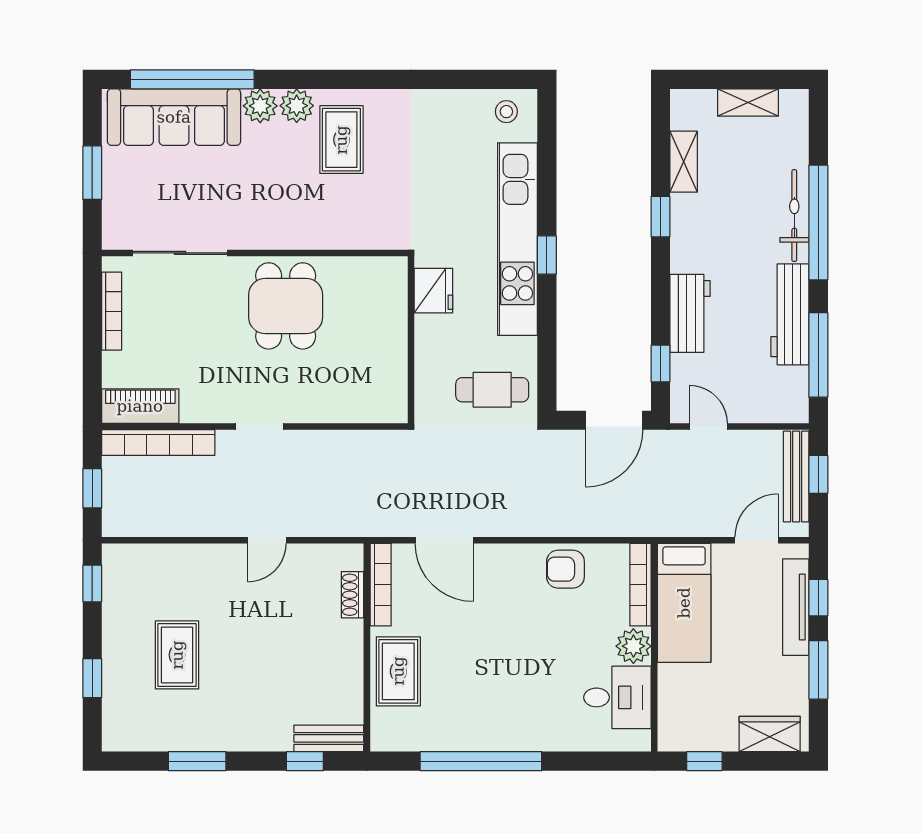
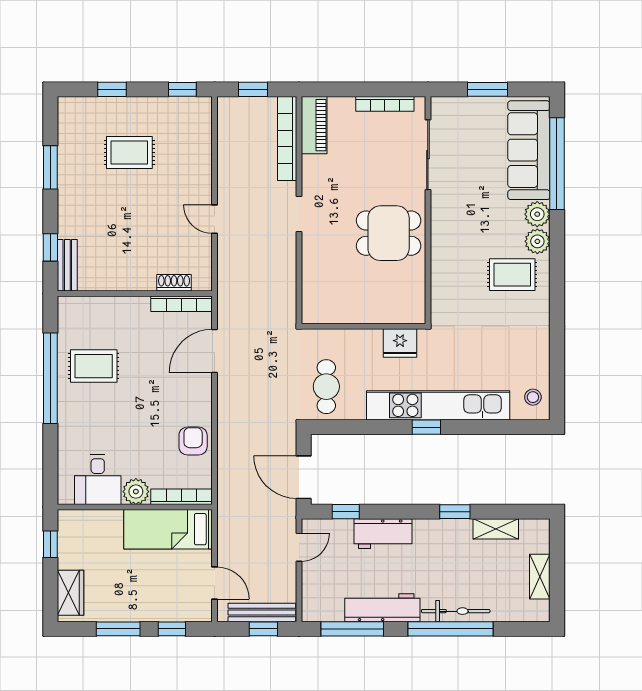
tv unit: (796, 607) -> (165, 612), removed
rug: (398, 671) -> (94, 366), moved

